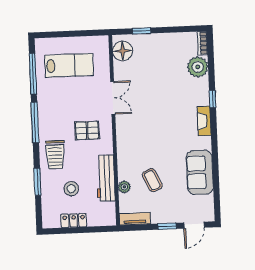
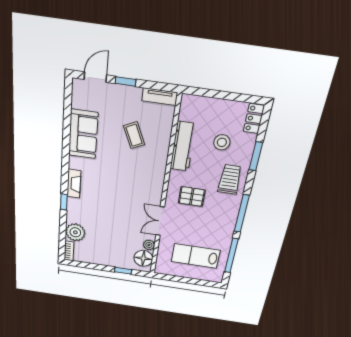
plant: (124, 187) -> (149, 245), moved
locker: (74, 220) -> (254, 119), moved, turned 90

